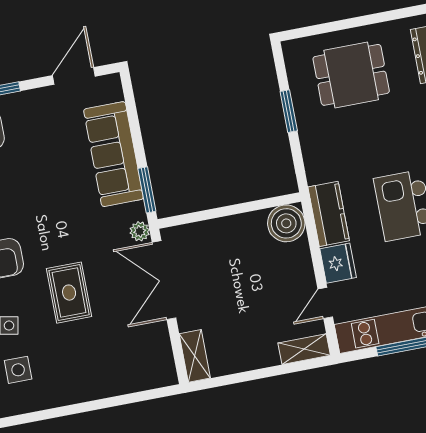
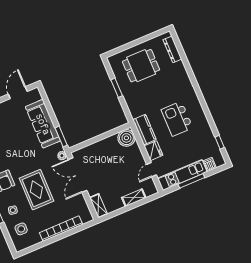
rug: (69, 293) -> (36, 190), width x1.36, depth x1.43
shelving: (304, 349) -> (134, 198), moved
bookcase: (104, 388) -> (61, 229), added

